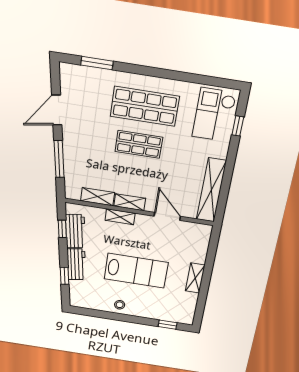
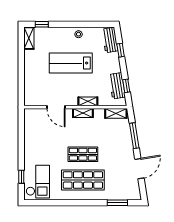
shelving: (211, 190) -> (30, 131), removed
shelving: (98, 197) -> (116, 113), moved
workbench: (76, 264) -> (110, 40), moved
shelving: (195, 278) -> (29, 38), moved

